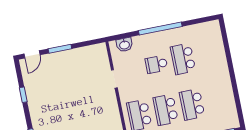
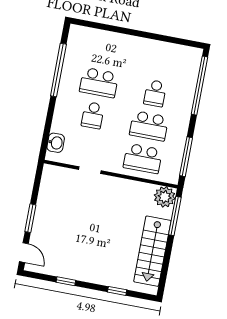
window: (160, 29) -> (58, 70), moved
school desk: (192, 104) -> (155, 93), width x0.54

